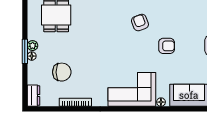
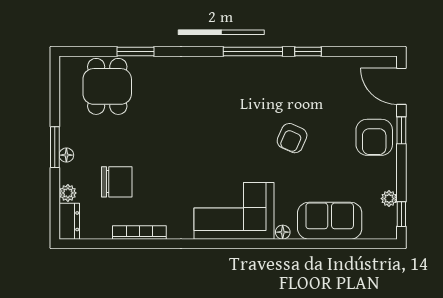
armchair: (140, 23) -> (248, 99), removed
plant: (33, 46) -> (68, 193), moved
armchair: (167, 46) -> (292, 138), turned 114

